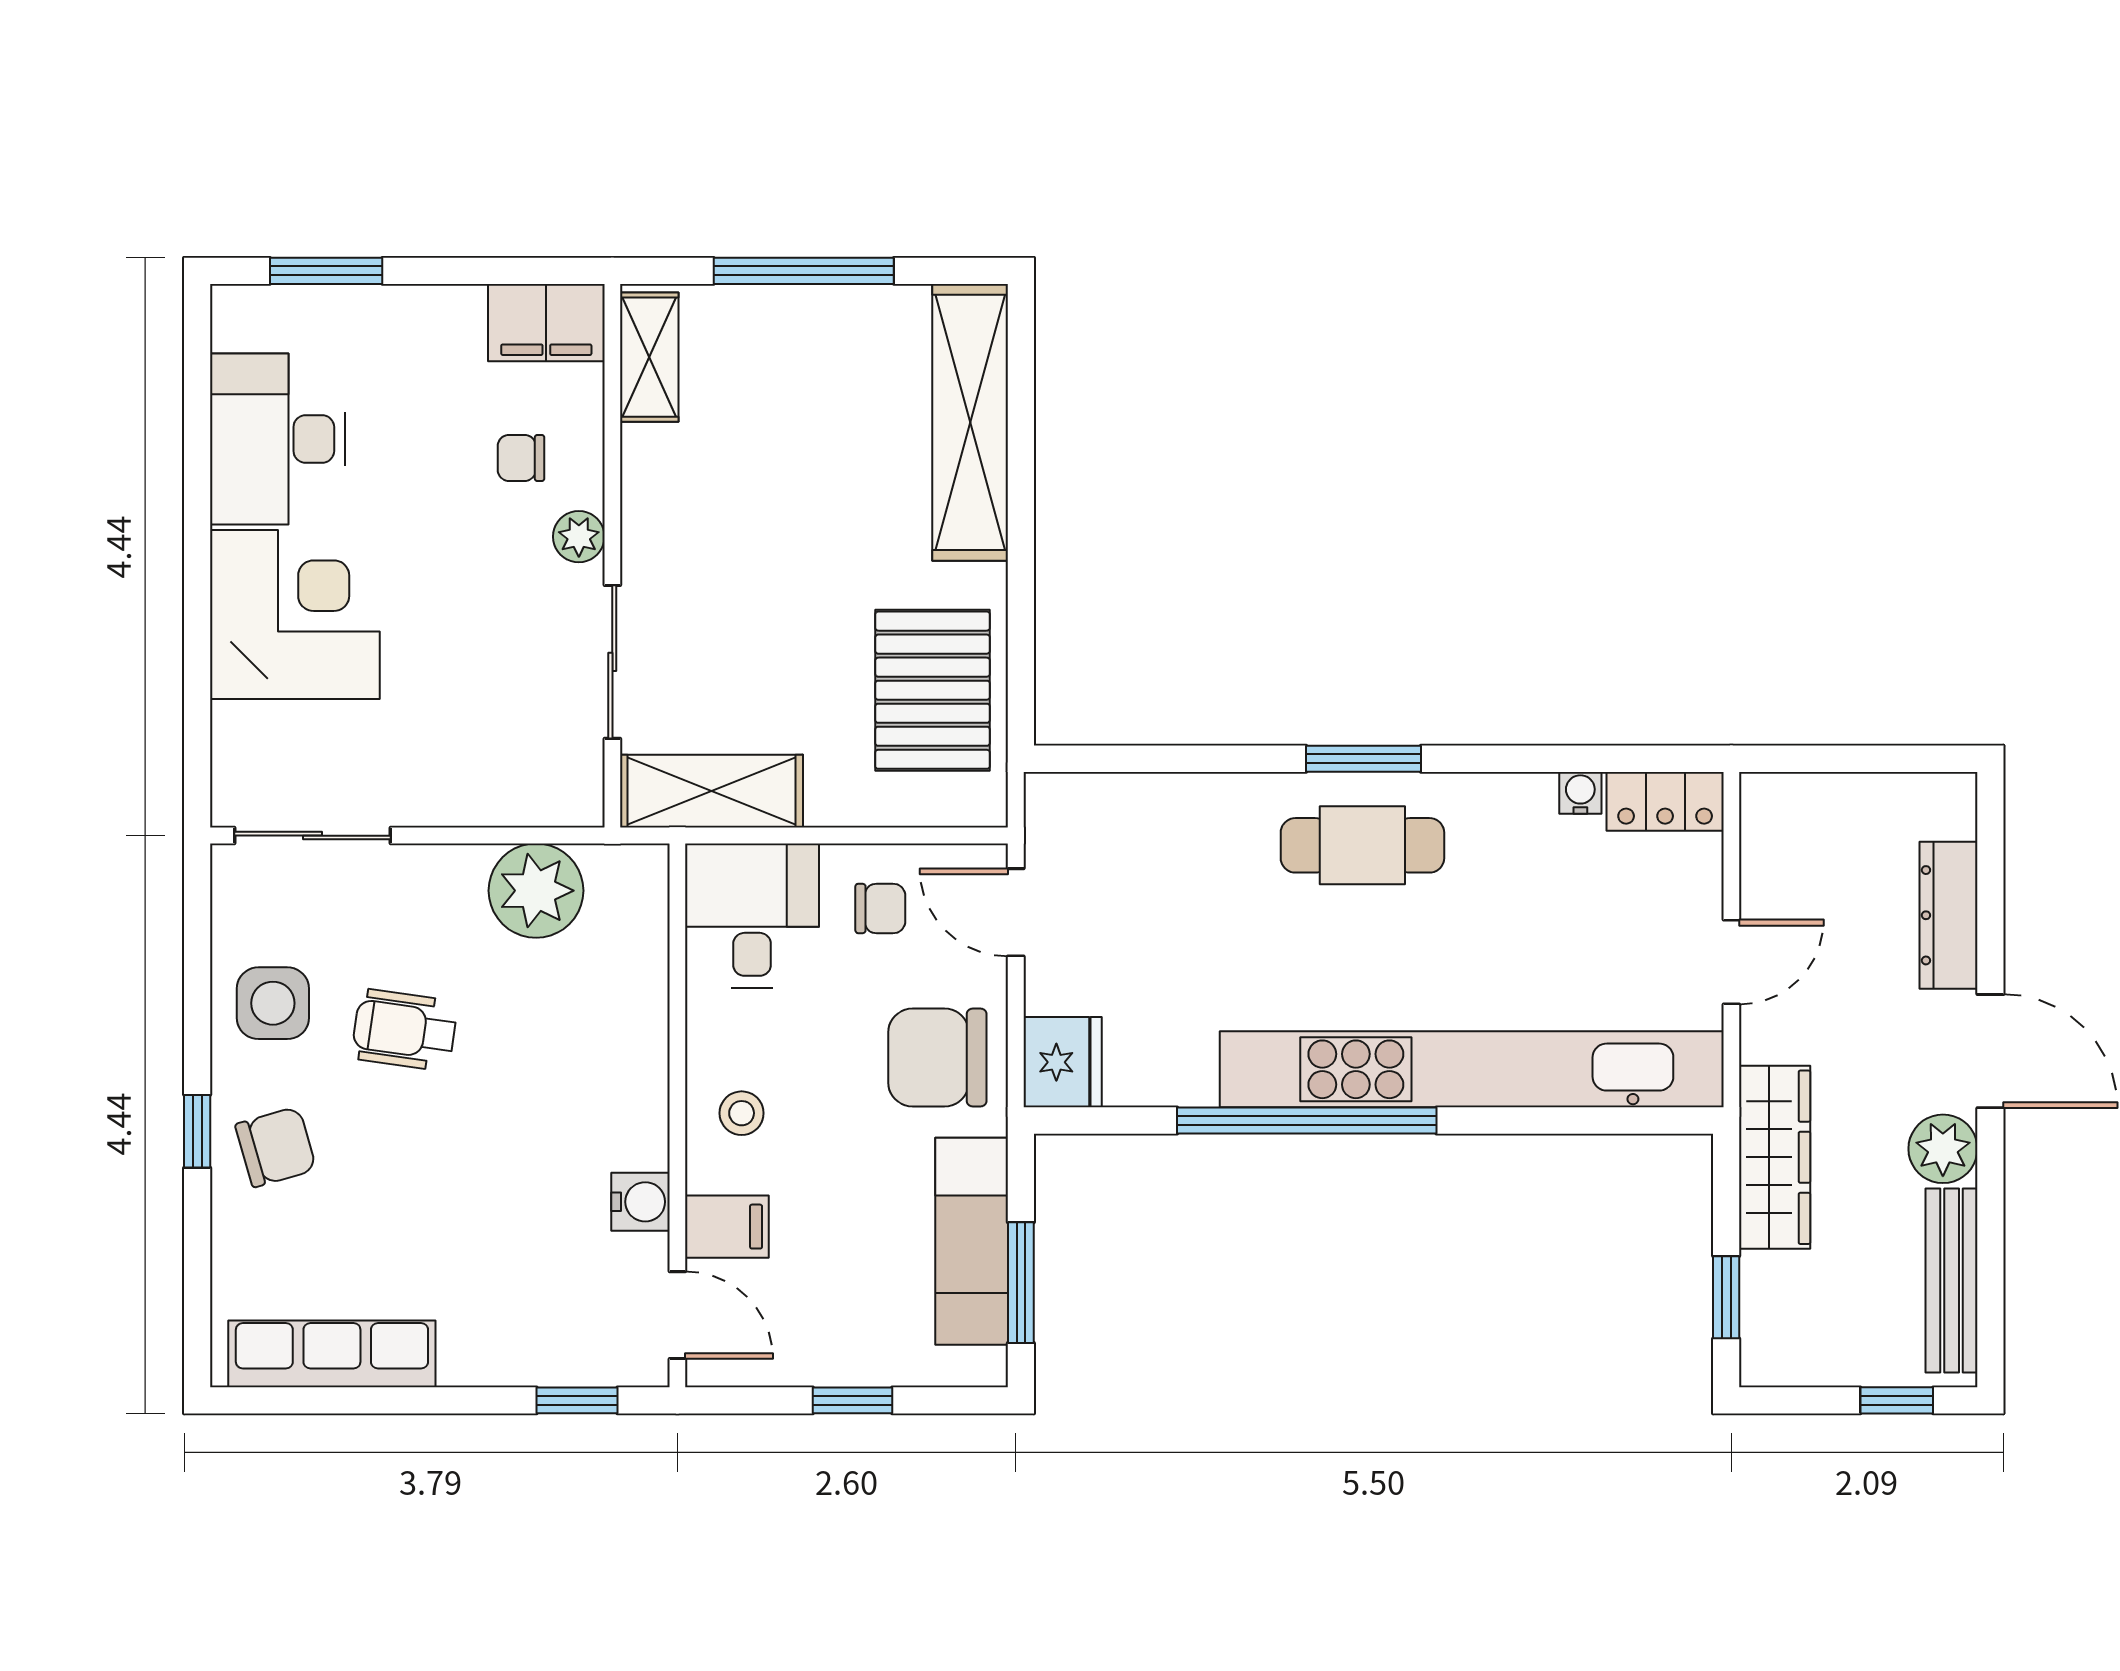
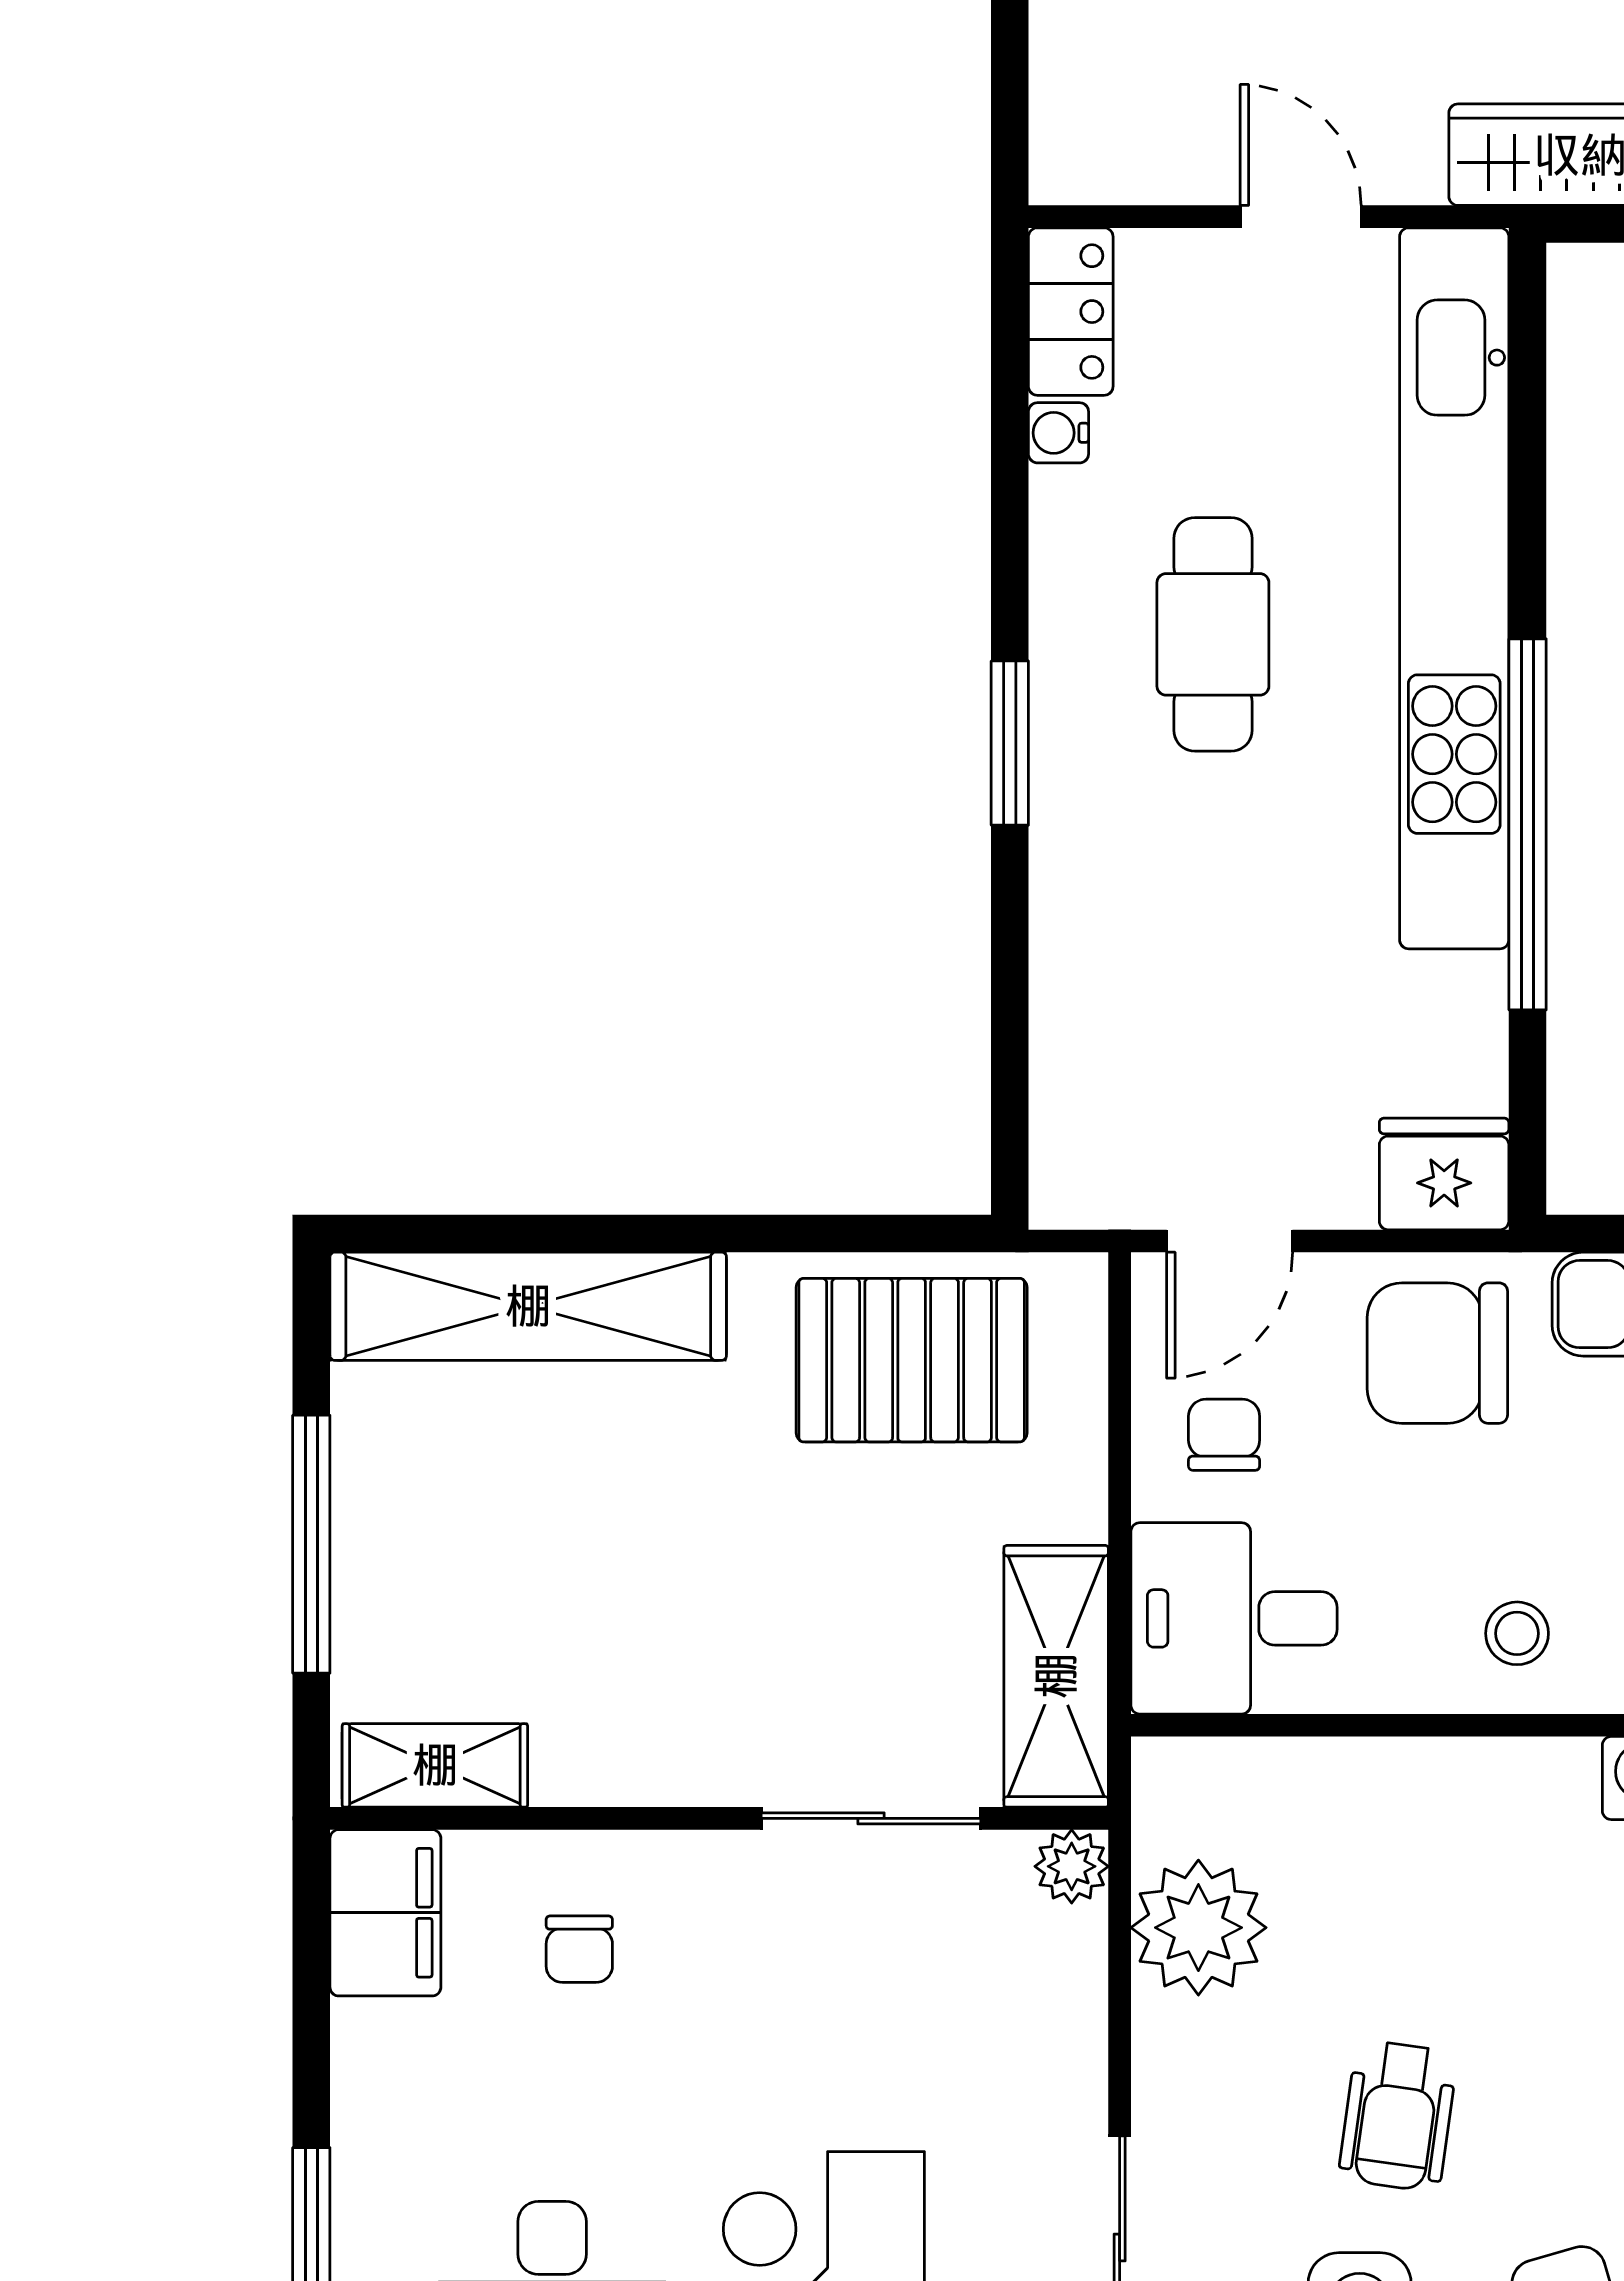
plant: (579, 537) -> (1072, 1866), moved
cafe table: (1362, 845) -> (1213, 634), moved
chair: (937, 1057) -> (1437, 1353), turned 90

